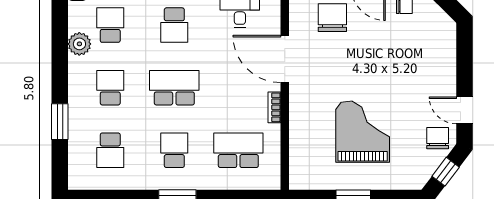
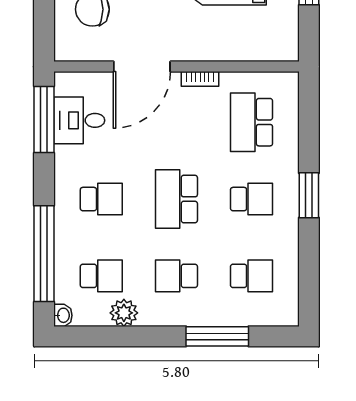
school desk: (110, 25) -> (101, 276), turned 180
window: (60, 122) -> (217, 336), width x1.44
school desk: (174, 150) -> (251, 199), turned 180

